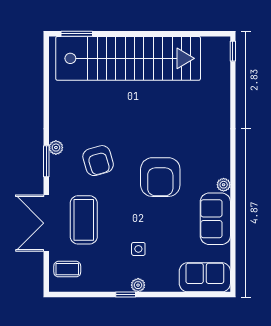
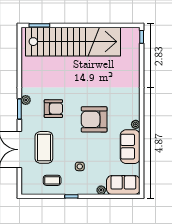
armchair: (98, 161) -> (53, 109), turned -74
armchair: (160, 177) -> (94, 119), turned 90
coffee table: (67, 269) -> (52, 180), moved
plant: (138, 285) -> (101, 190), moved

